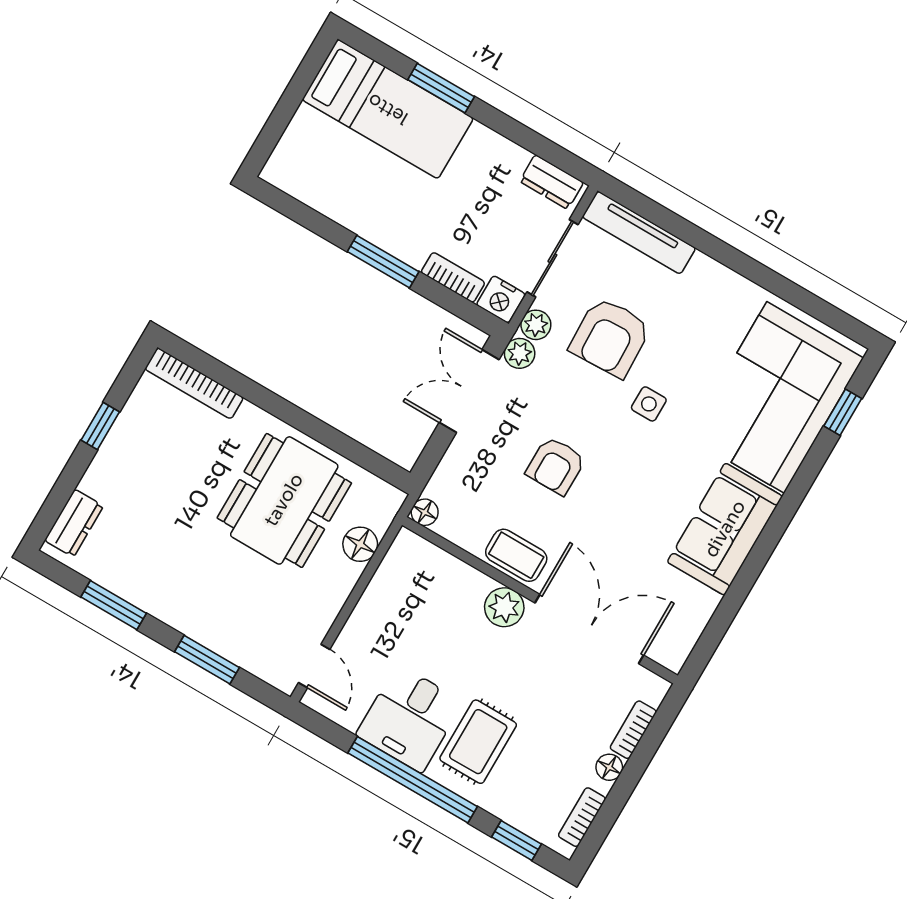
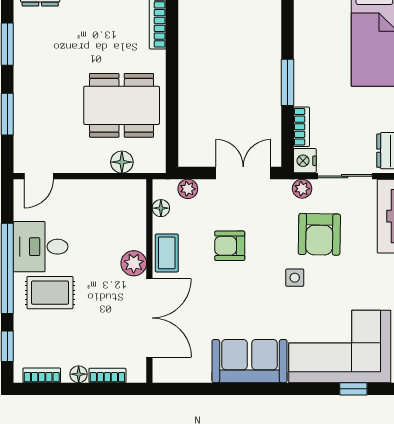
armchair: (610, 337) -> (319, 234), turned -87
plant: (520, 353) -> (188, 189), moved
floor lamp: (425, 512) -> (161, 208), moved

